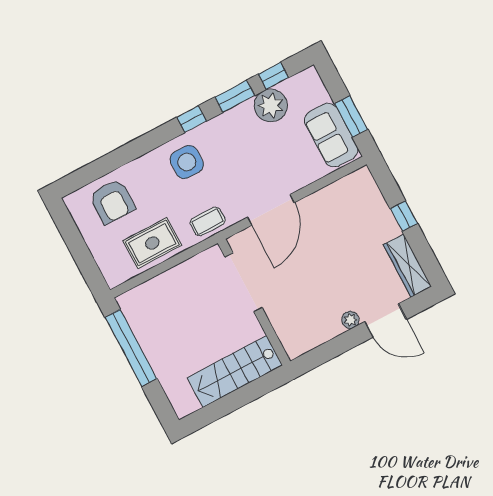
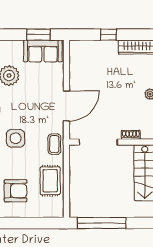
door: (271, 210) -> (66, 106), hinge flipped
shoe rack: (278, 323) -> (131, 135), added

